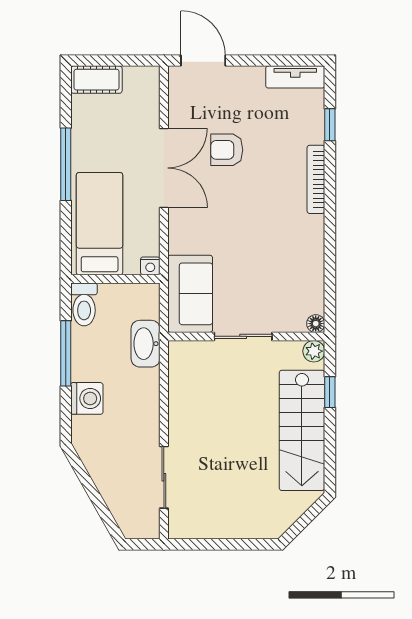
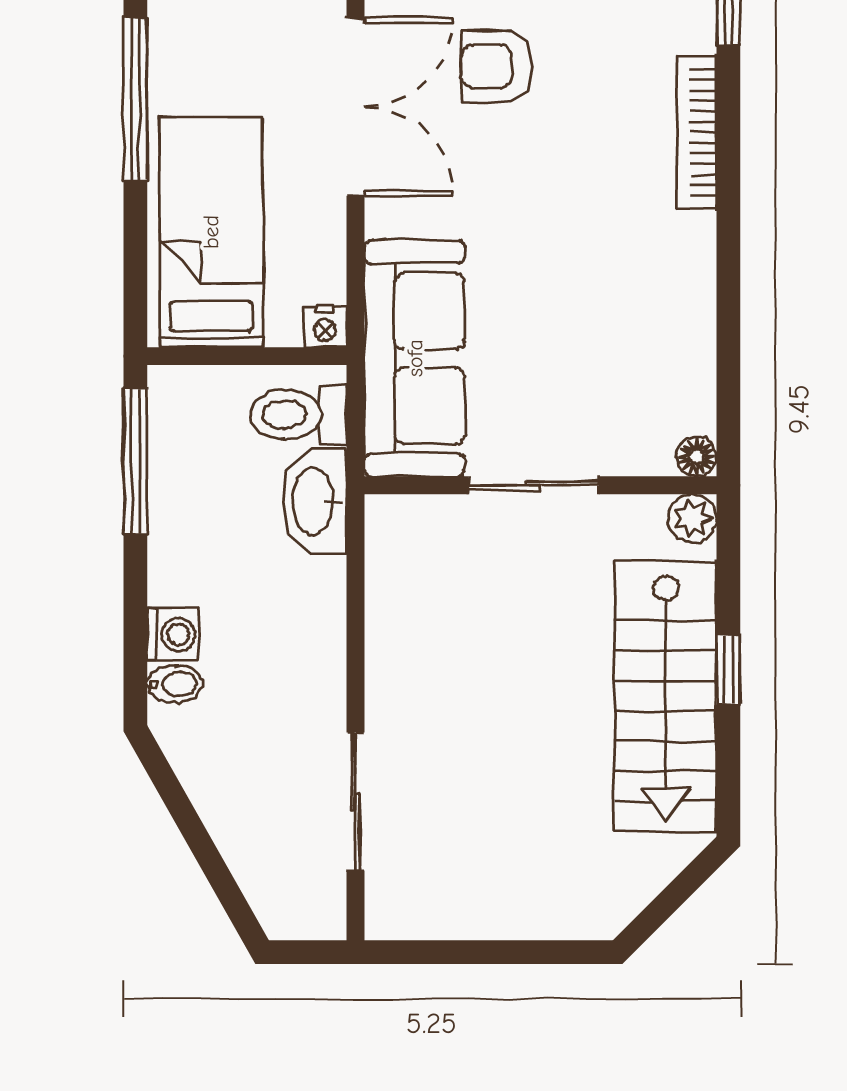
sofa: (190, 294) -> (415, 358), width x1.36
toilet: (84, 304) -> (298, 415), moved, turned 90
window: (66, 353) -> (135, 461), moved
window: (330, 392) -> (728, 670), moved
washing machine: (87, 398) -> (173, 634), width x0.73, depth x0.73
bidet: (83, 425) -> (175, 684), added

